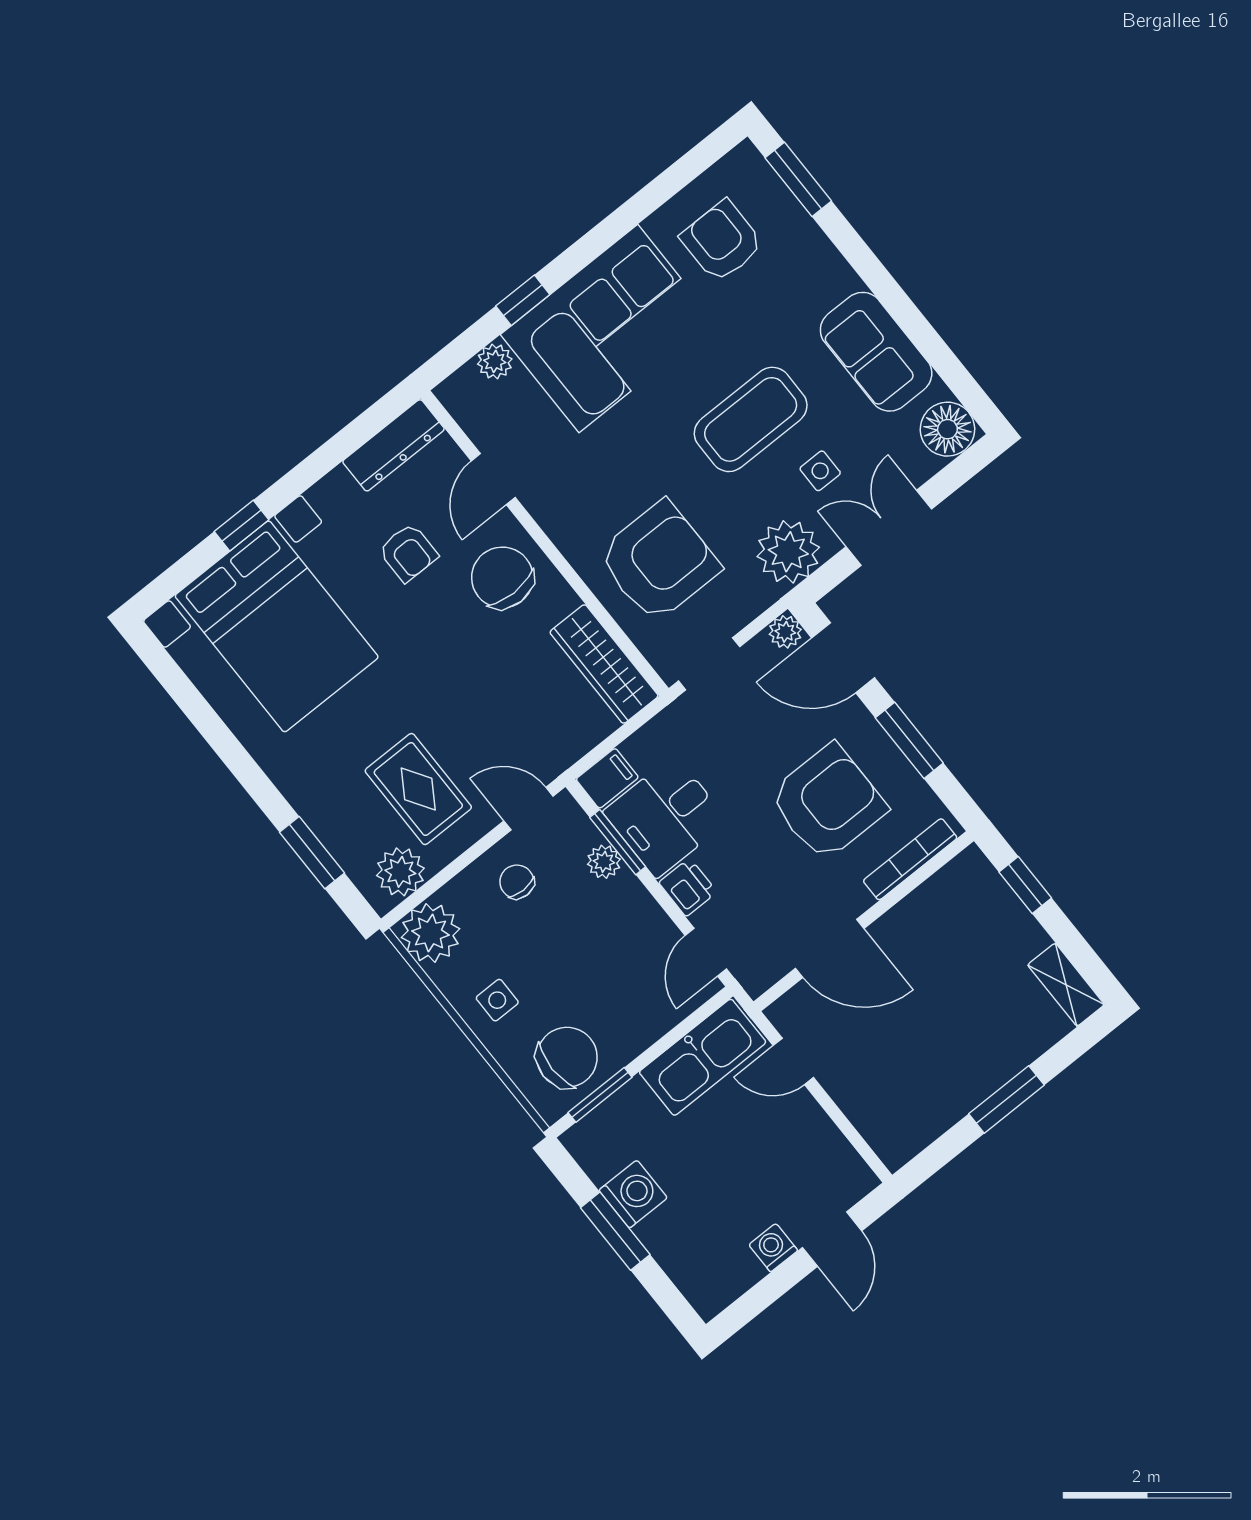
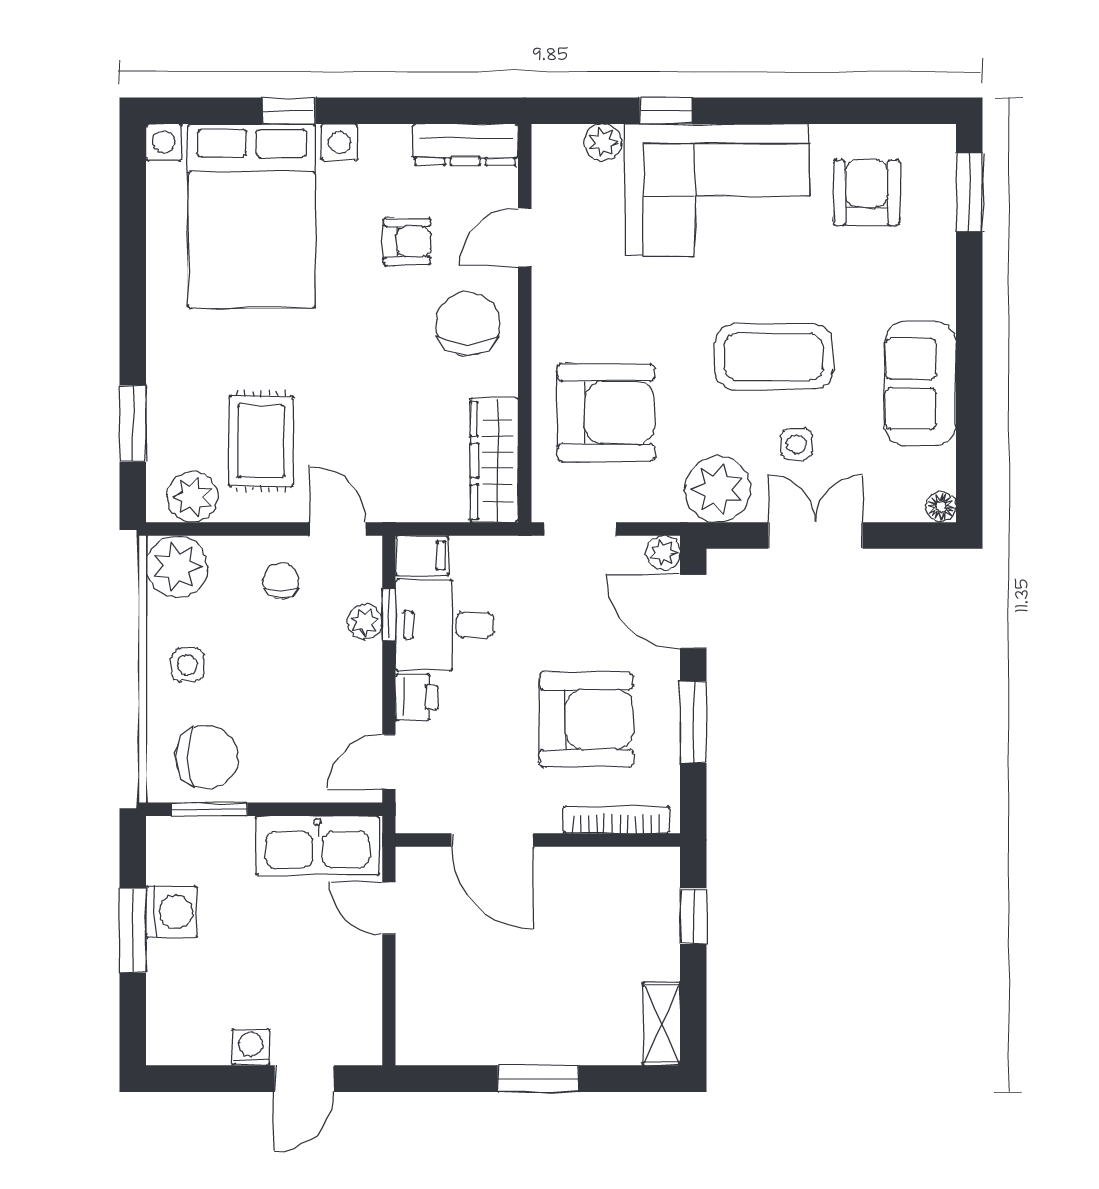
floor lamp: (947, 429) -> (941, 507), width x0.53, depth x0.53
armchair: (408, 553) -> (407, 242), turned -90
window: (618, 842) -> (389, 615), width x0.67

